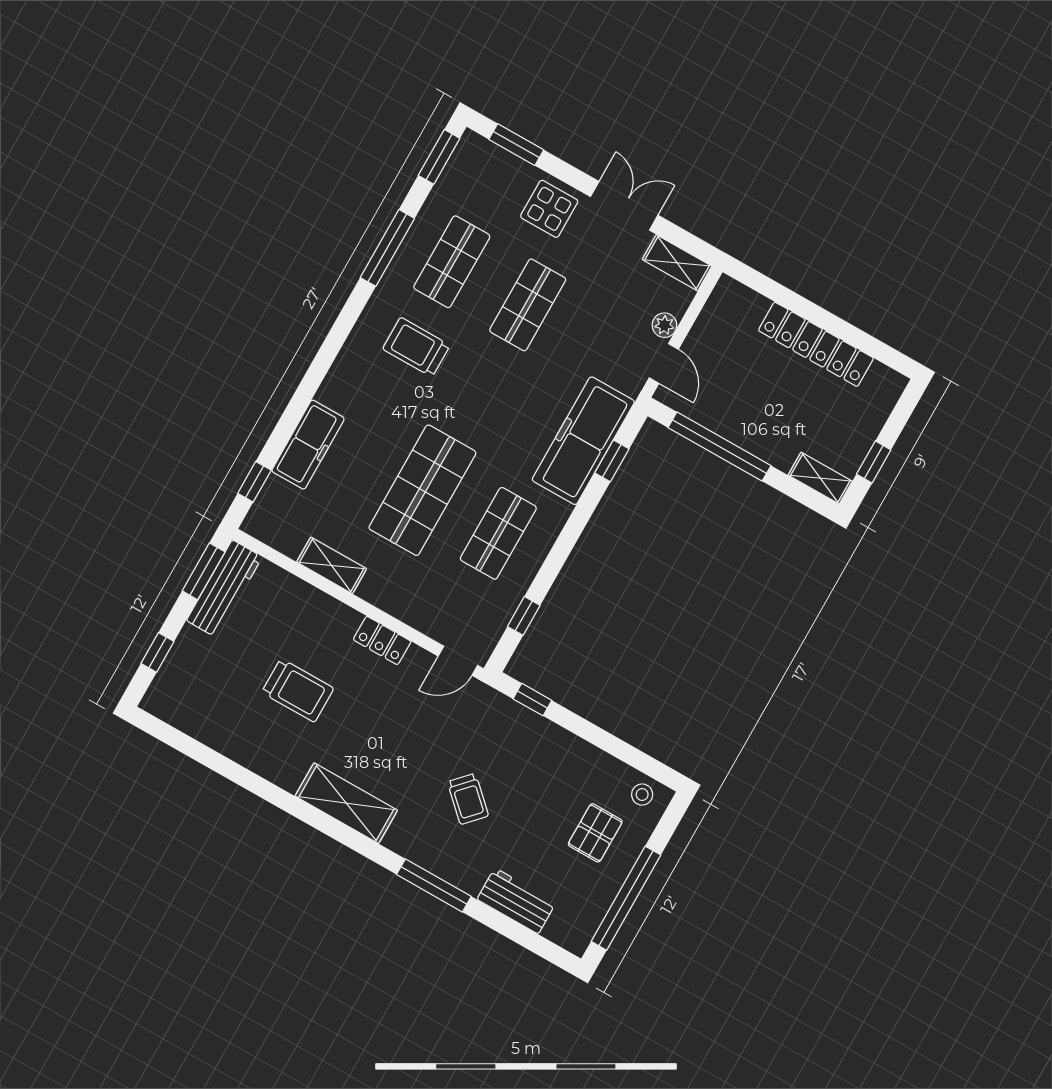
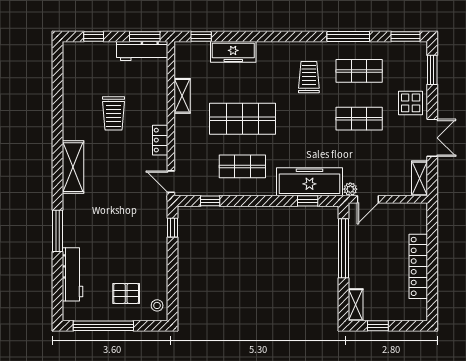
plant: (664, 325) -> (350, 189), moved
trolley: (468, 799) -> (108, 224), removed
workbench: (517, 901) -> (72, 274), width x1.38

